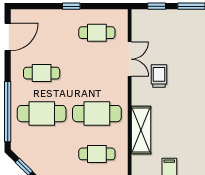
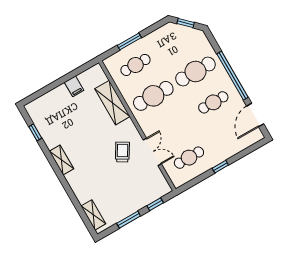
double door: (130, 59) -> (152, 152), swing flipped
trolley: (159, 76) -> (122, 152), turned -149
window: (8, 112) -> (232, 76), moved

